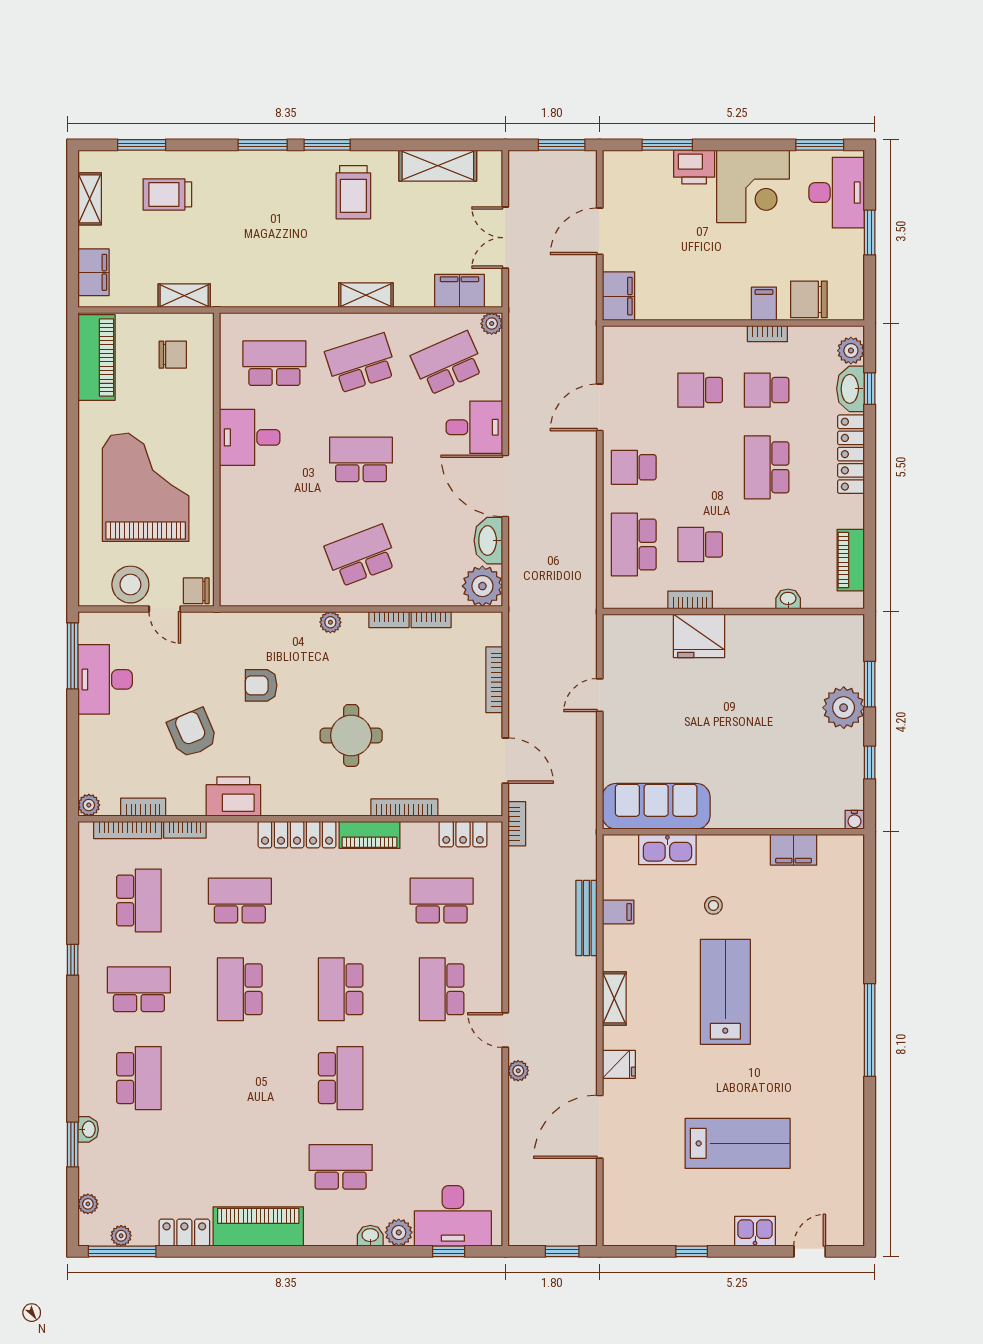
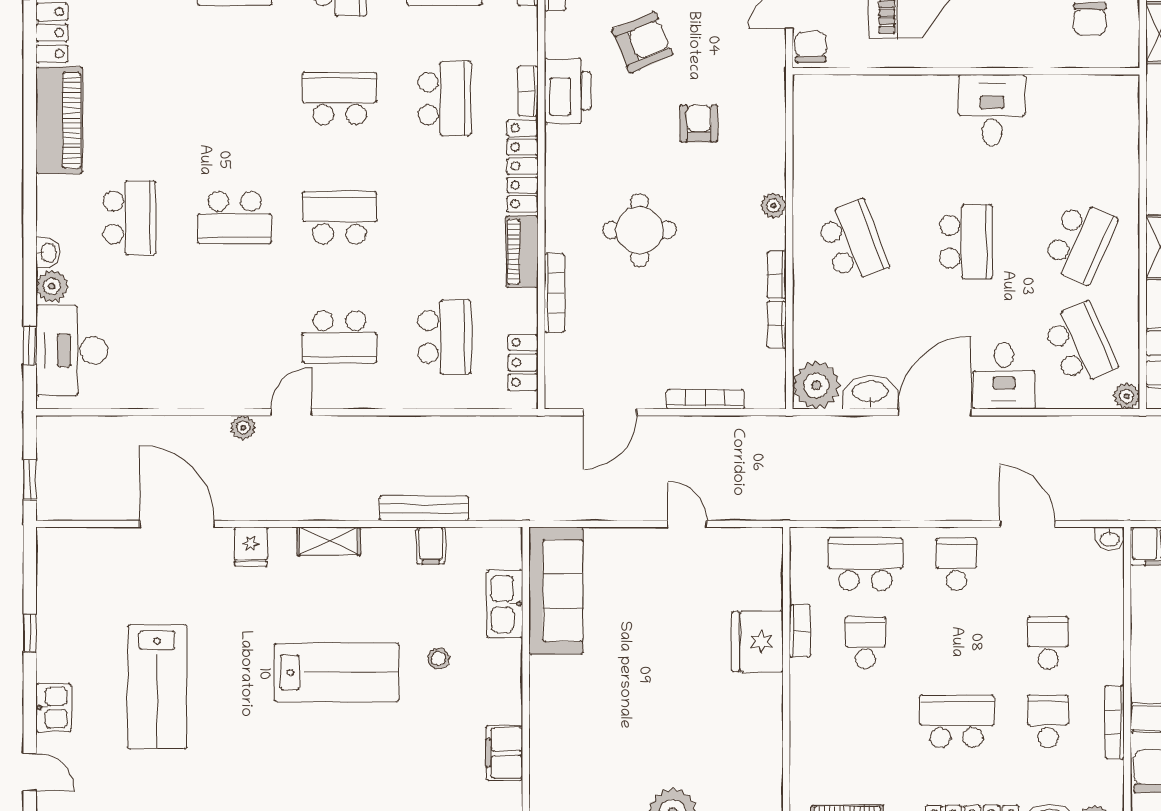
bookcase: (767, 334) -> (1115, 722), width x1.56
school desk: (274, 363) -> (1080, 139), removed
school desk: (361, 363) -> (1080, 242), turned 42
washbasin: (788, 599) -> (1110, 539), moved, turned 90
bookcase: (517, 824) -> (535, 426), removed
bookcase: (185, 830) -> (528, 91), moved
school desk: (442, 989) -> (340, 337), turned 180

